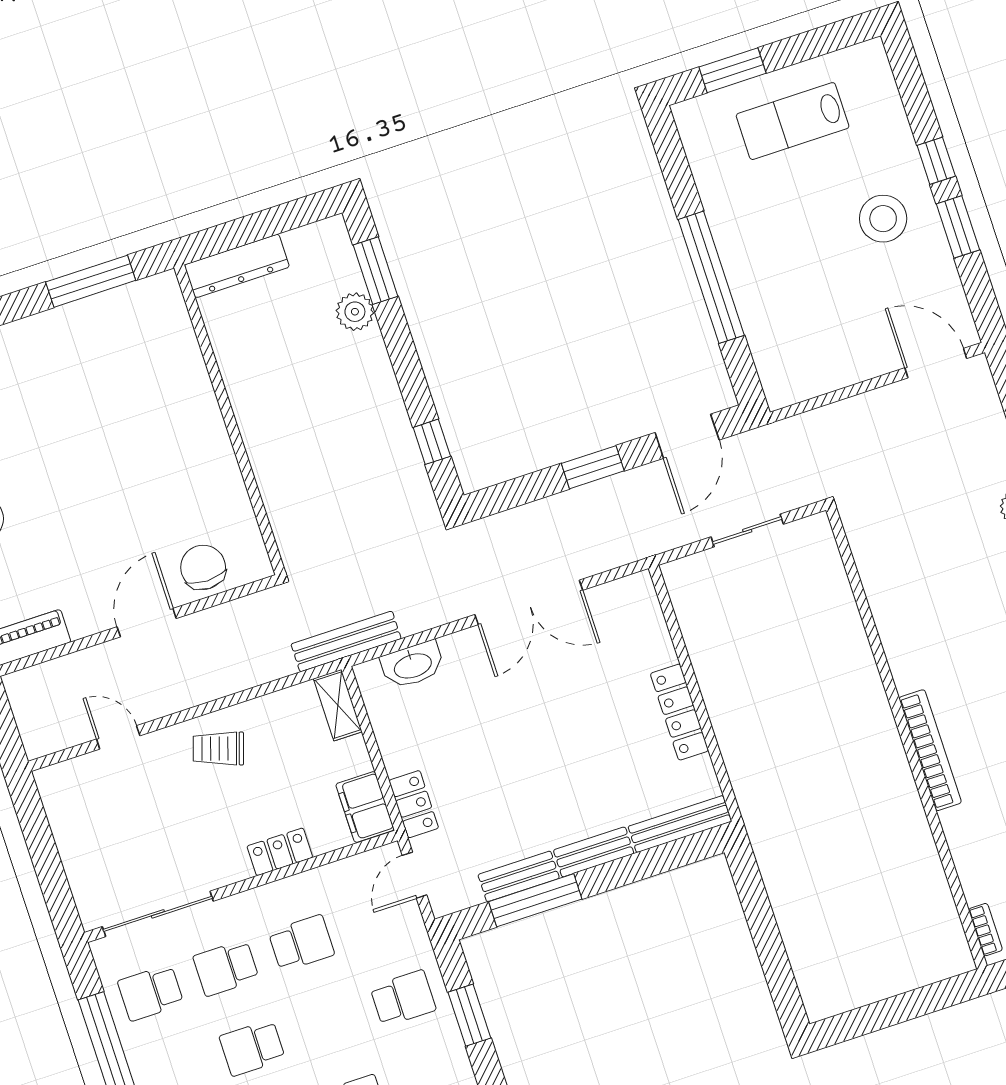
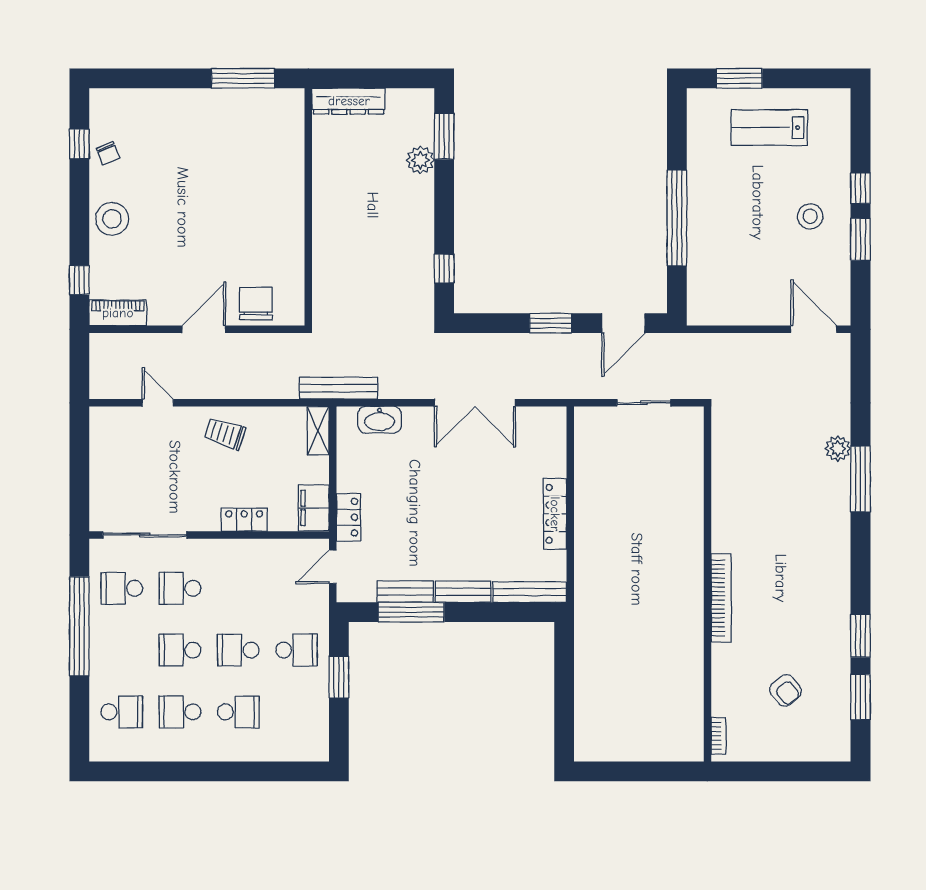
stool: (883, 219) -> (810, 216), width x0.73, depth x0.73
school desk: (301, 943) -> (238, 650), moved, turned 180

